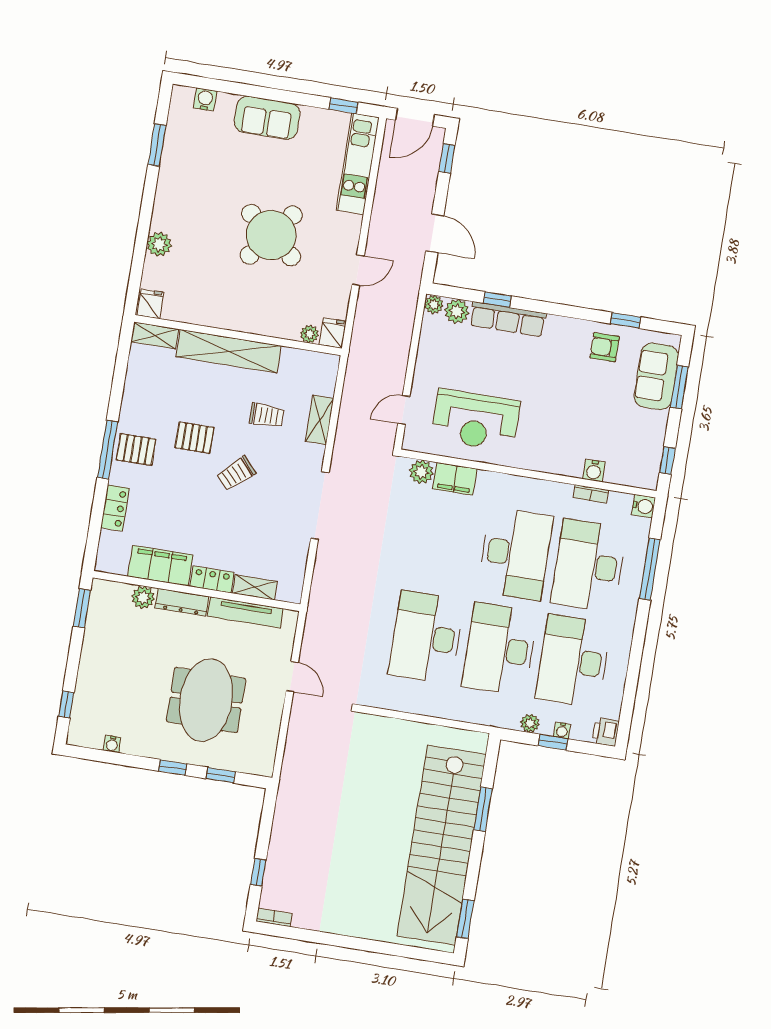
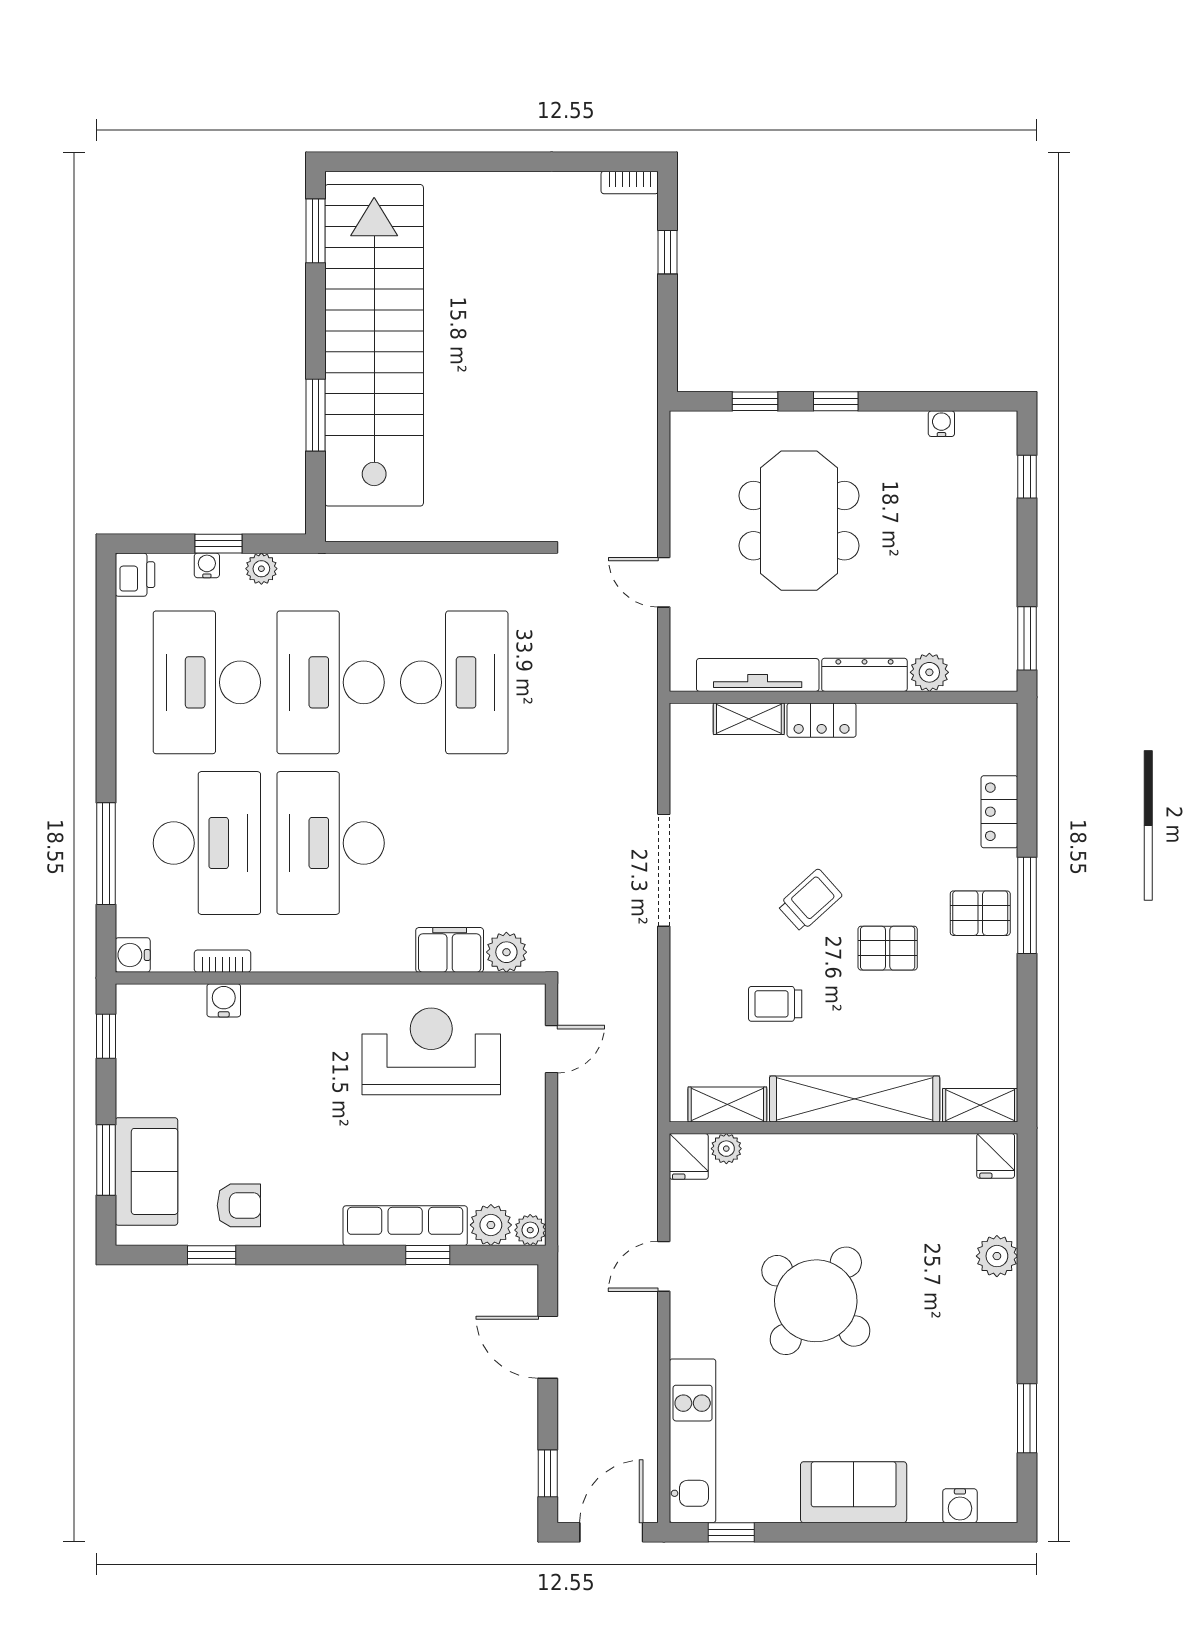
shelving: (320, 420) -> (727, 1104), moved, turned 90
filing cabinet: (160, 566) -> (910, 729), removed
desk: (500, 649) -> (331, 682), turned 180
desk: (573, 661) -> (207, 682), turned 180

